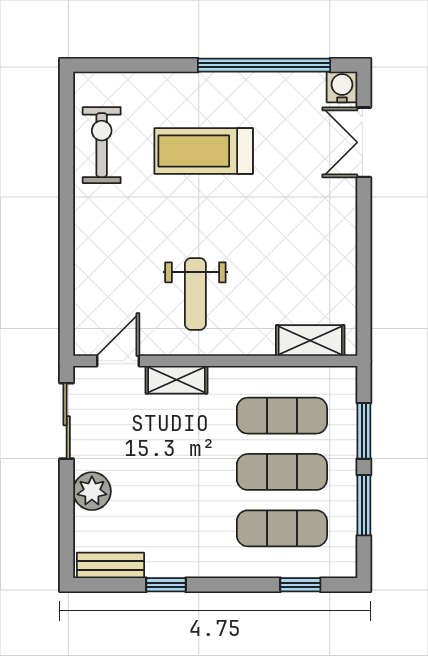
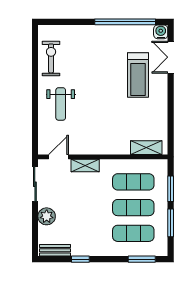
treadmill: (204, 151) -> (138, 75), moved, turned -90
weight bench: (195, 294) -> (61, 104), moved
window: (300, 585) -> (142, 259), width x1.50

